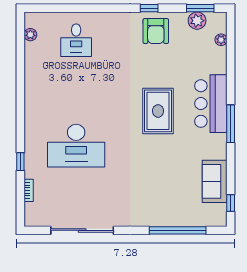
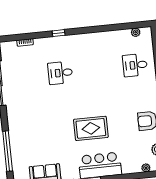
desk: (76, 146) -> (60, 73), width x0.53, depth x0.77
window: (20, 162) -> (59, 33), moved

